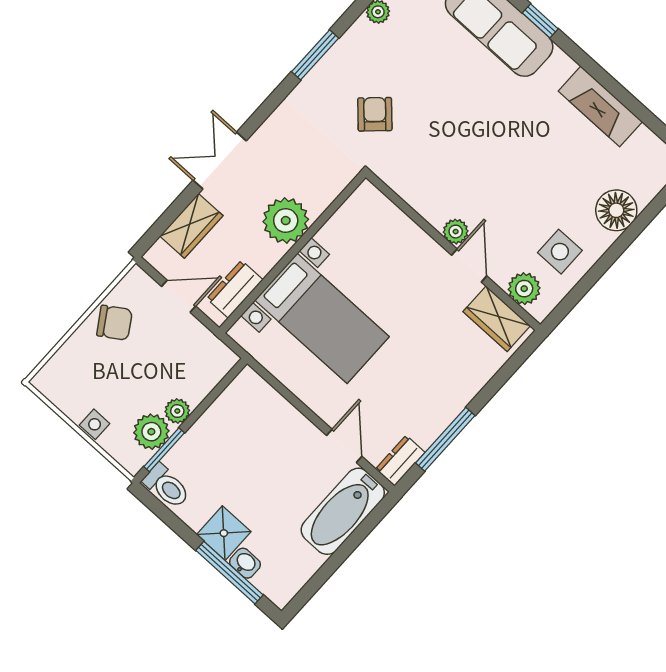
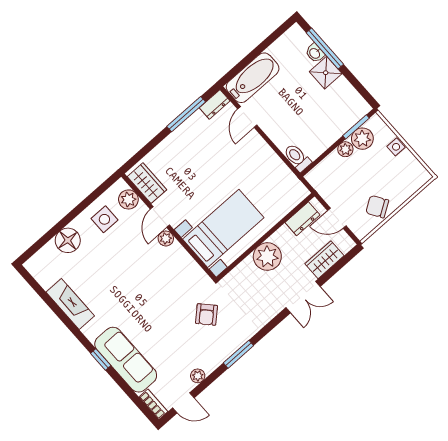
bed with nightstands: (322, 318) -> (223, 228), moved, turned 90
toilet: (167, 486) -> (297, 158), moved

